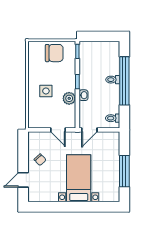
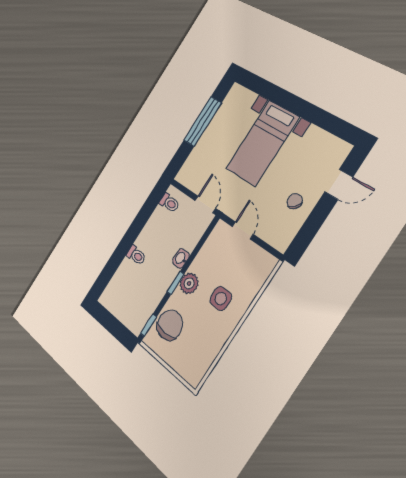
chair: (54, 53) -> (170, 325), moved, turned 90
window: (124, 81) -> (126, 244), removed
plant: (69, 98) -> (189, 283), moved
door: (89, 130) -> (205, 204), hinge flipped

